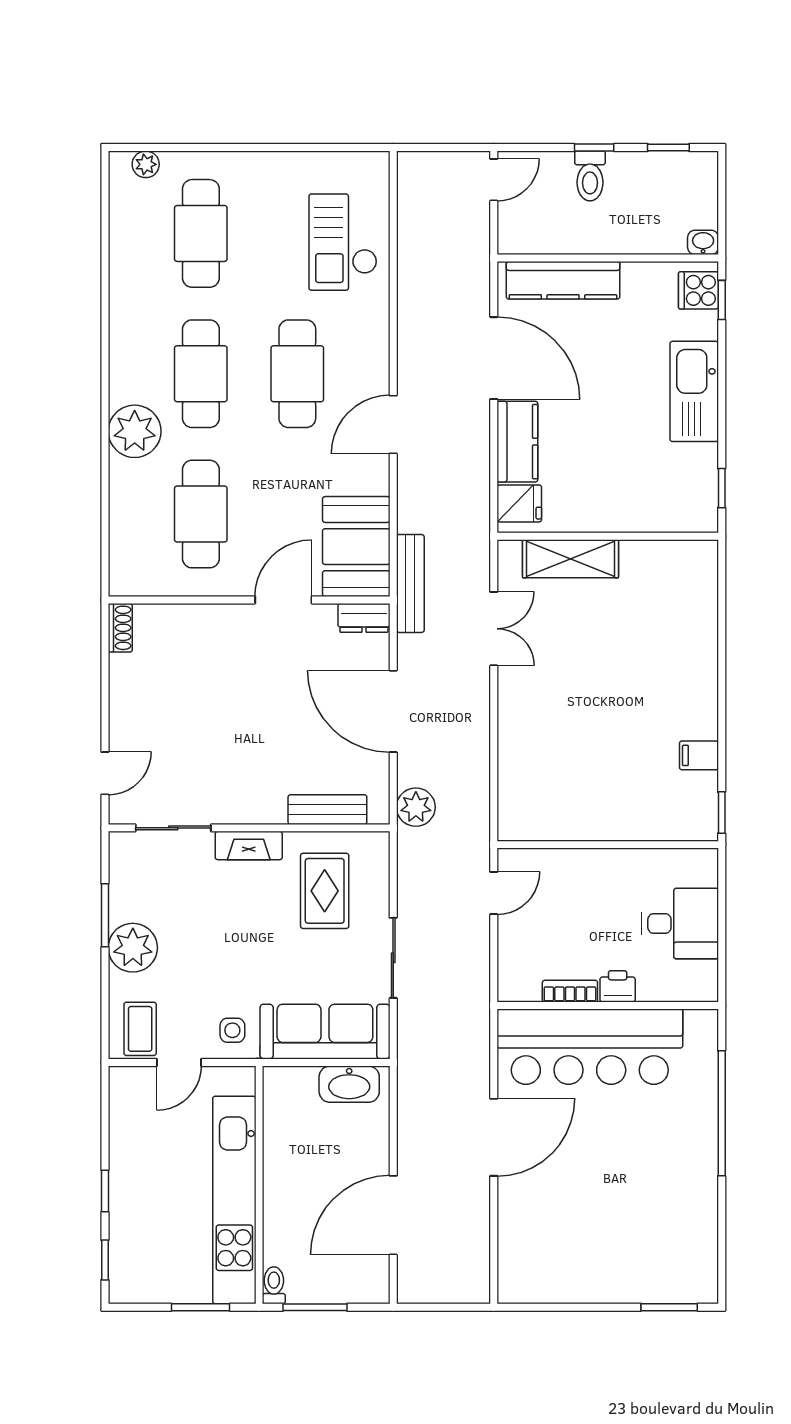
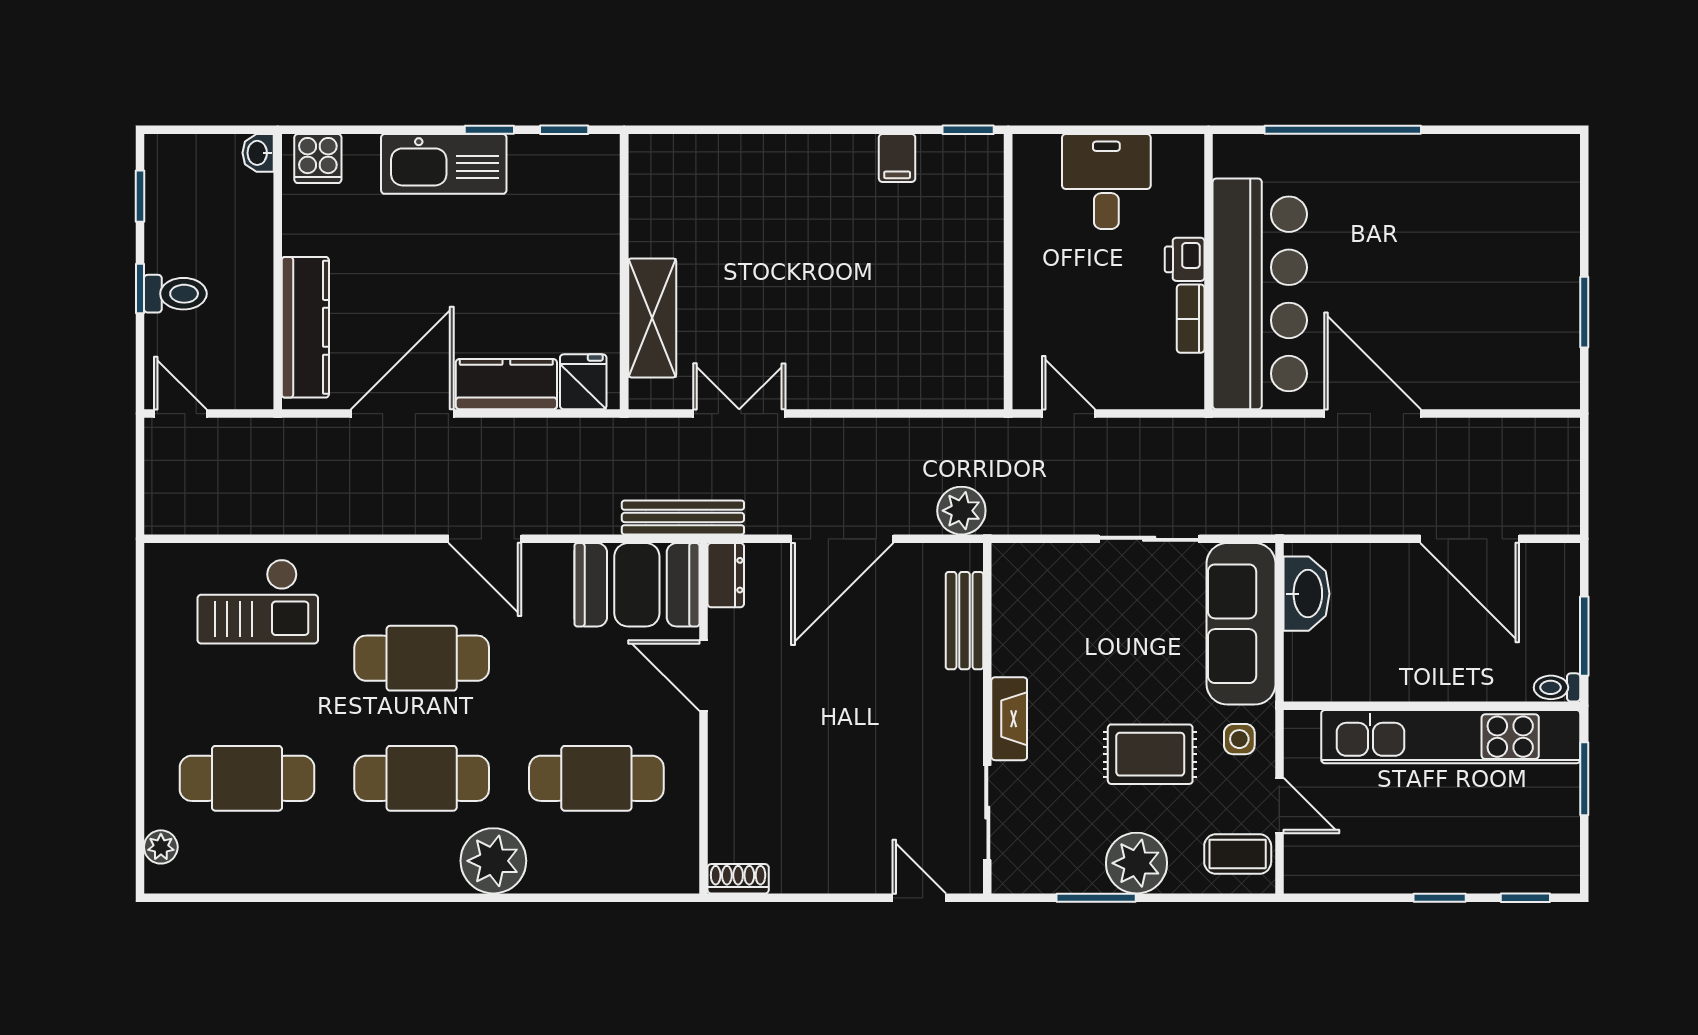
window: (722, 300) -> (489, 130), moved
rug: (325, 891) -> (1150, 754), moved
window: (669, 1307) -> (1584, 312), moved

